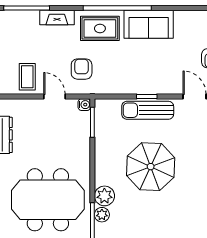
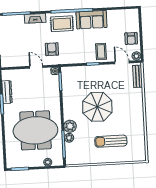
coffee table: (27, 77) -> (101, 51), moved
sun lounger: (148, 110) -> (111, 141), moved

